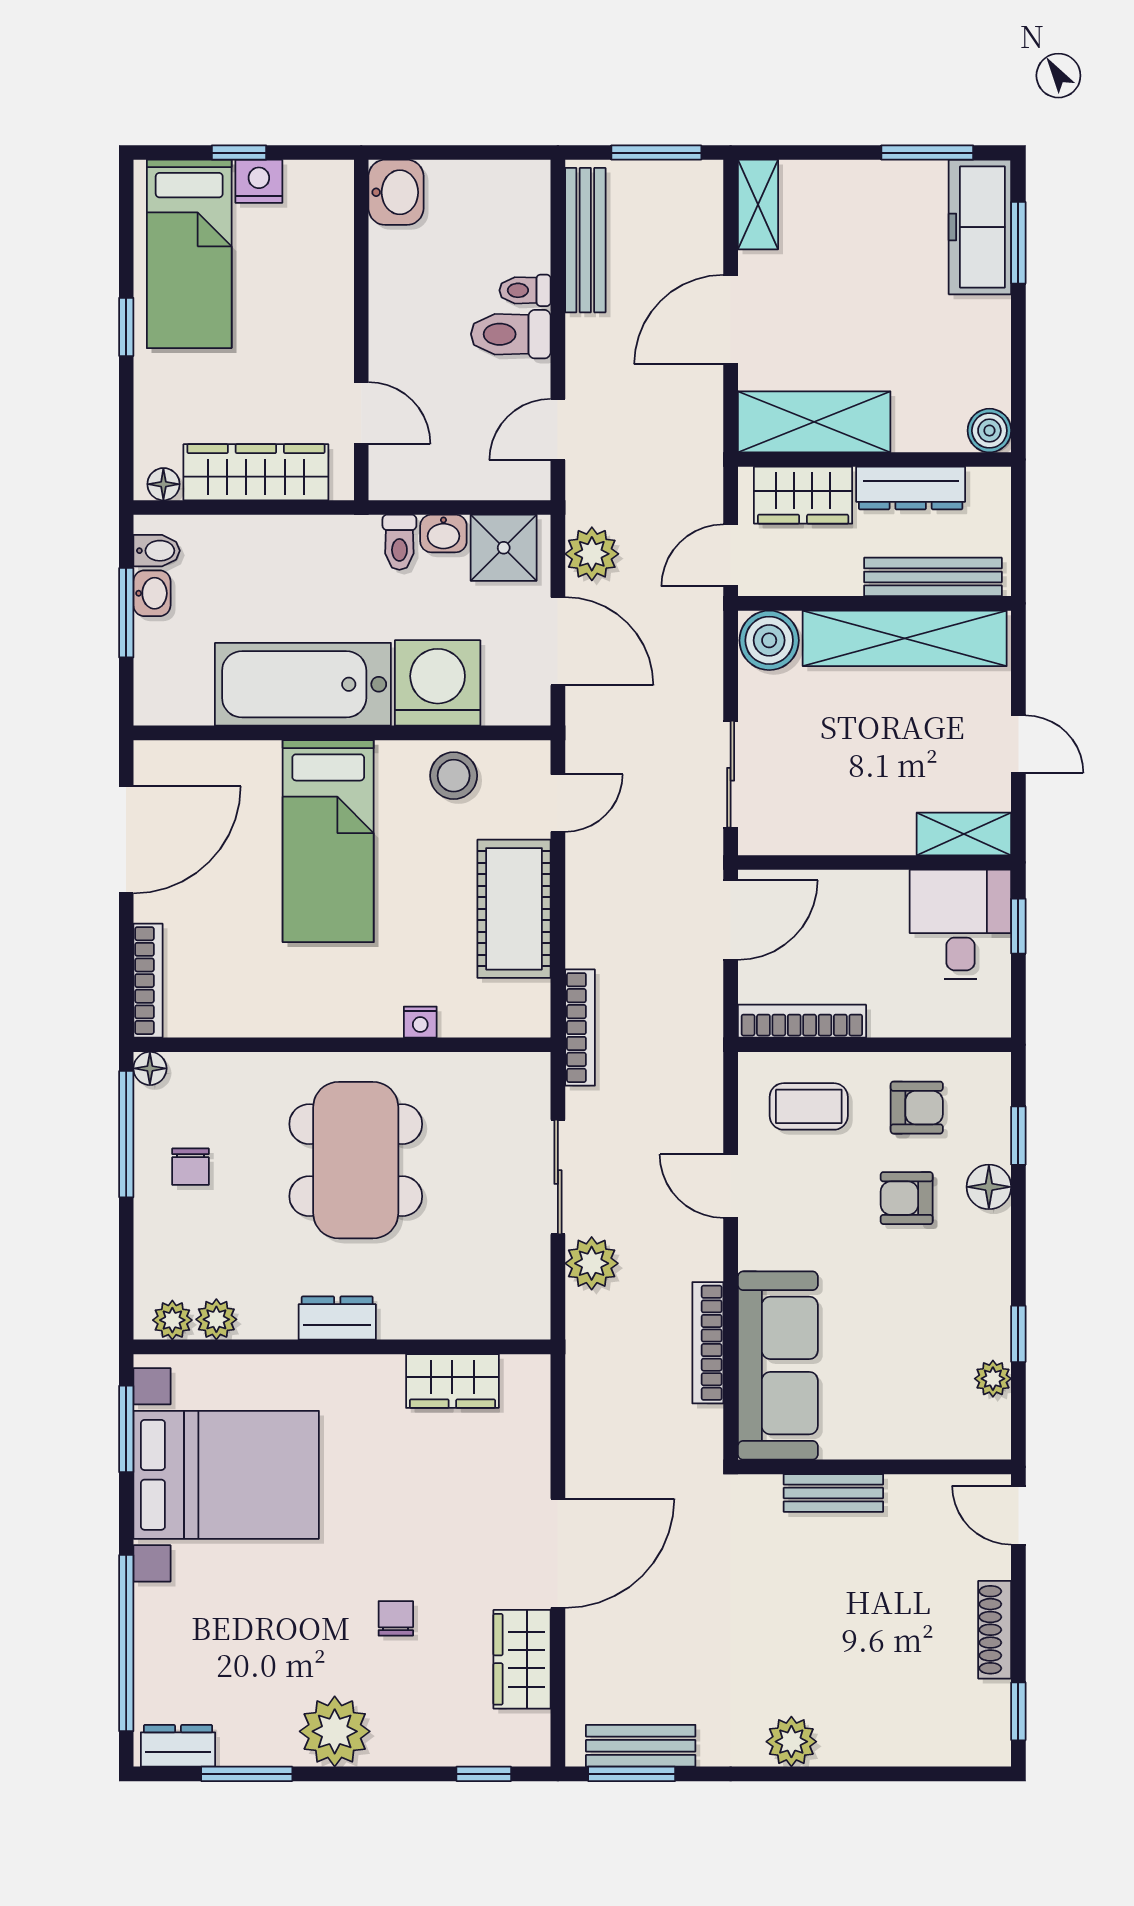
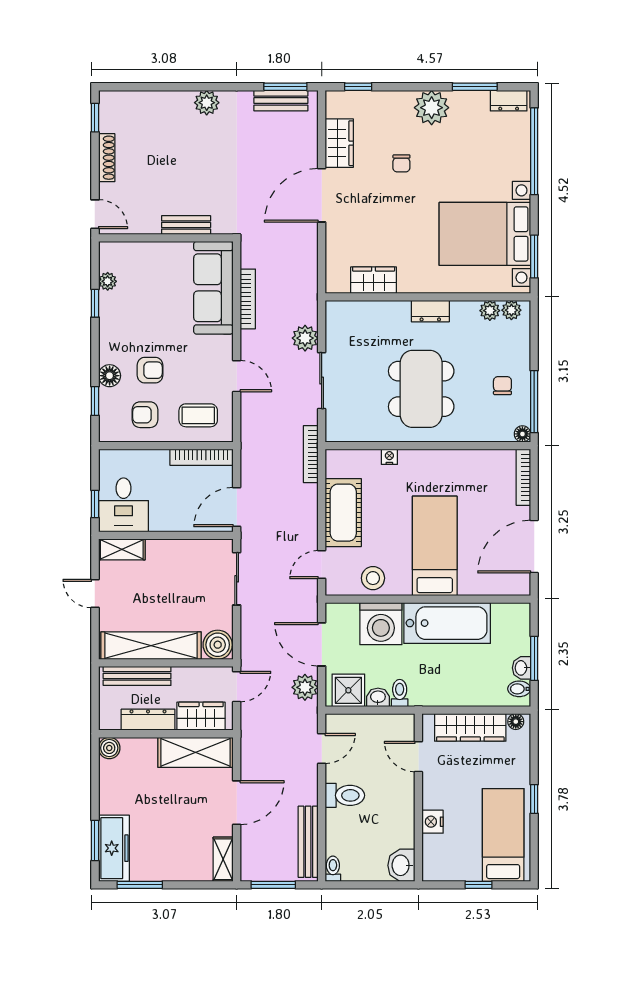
nightstand: (259, 181) -> (433, 822), moved, turned 90
toilet: (525, 290) -> (333, 869), moved, turned -90

